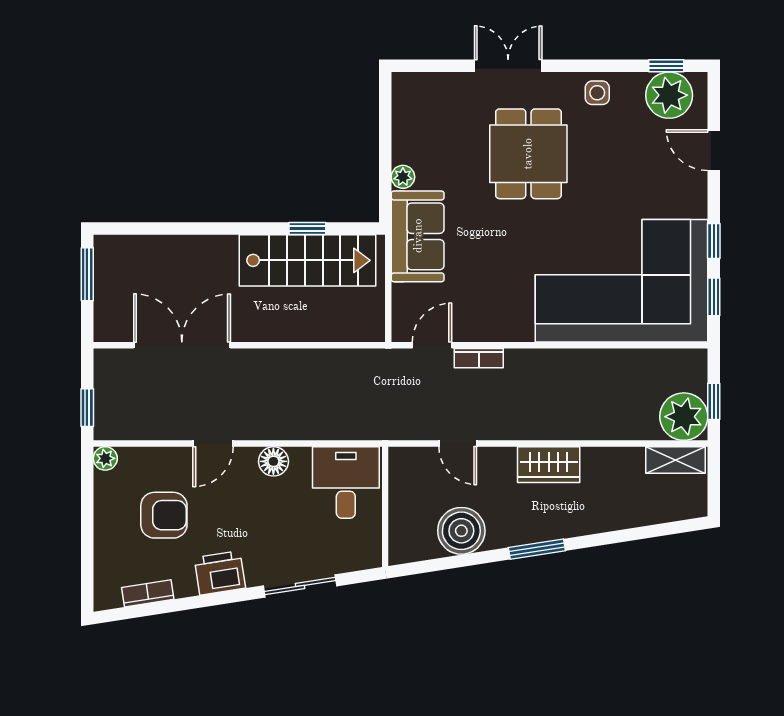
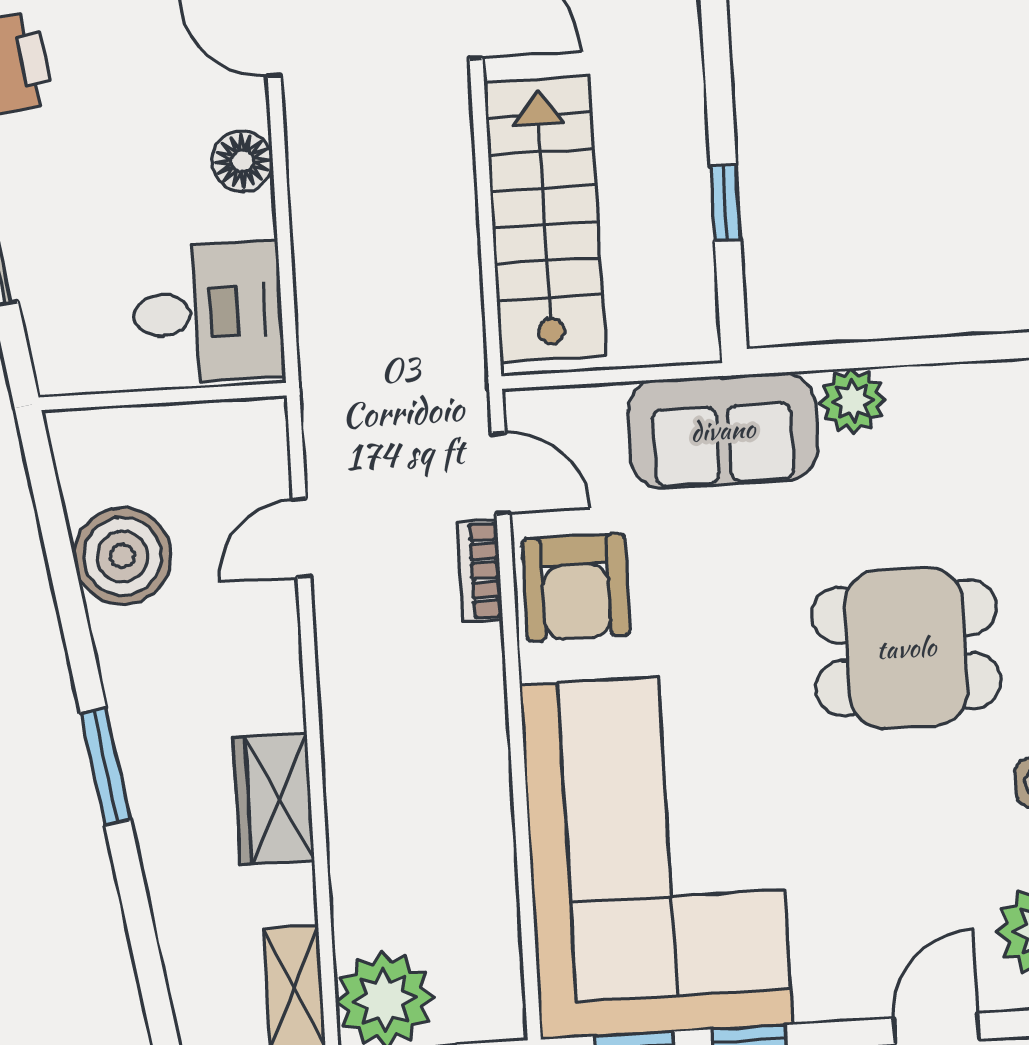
plant: (403, 177) -> (853, 401), width x1.38, depth x1.38
stairs: (308, 260) -> (545, 219), moved, turned 180
armchair: (490, 312) -> (576, 587), added
wardrobe: (549, 465) -> (274, 799), moved
window: (537, 549) -> (106, 767), moved

